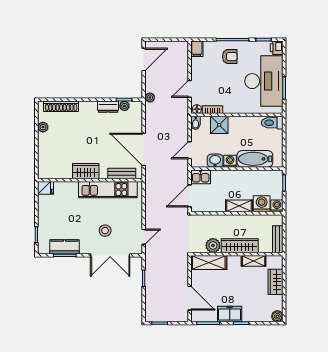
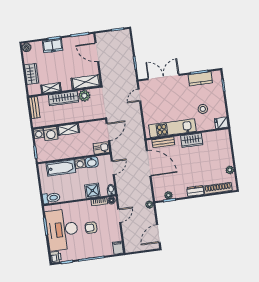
armchair: (230, 57) -> (91, 228), moved
dresser: (108, 107) -> (195, 191), moved
stool: (105, 231) -> (203, 109), moved
freezer: (230, 314) -> (53, 46), moved

